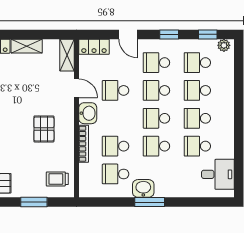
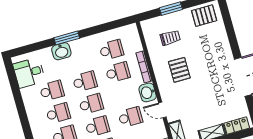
trolley: (57, 179) -> (170, 38), moved
washbasin: (143, 188) -> (61, 51), moved
window: (150, 202) -> (67, 38), moved

